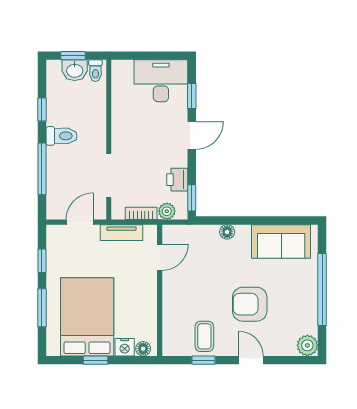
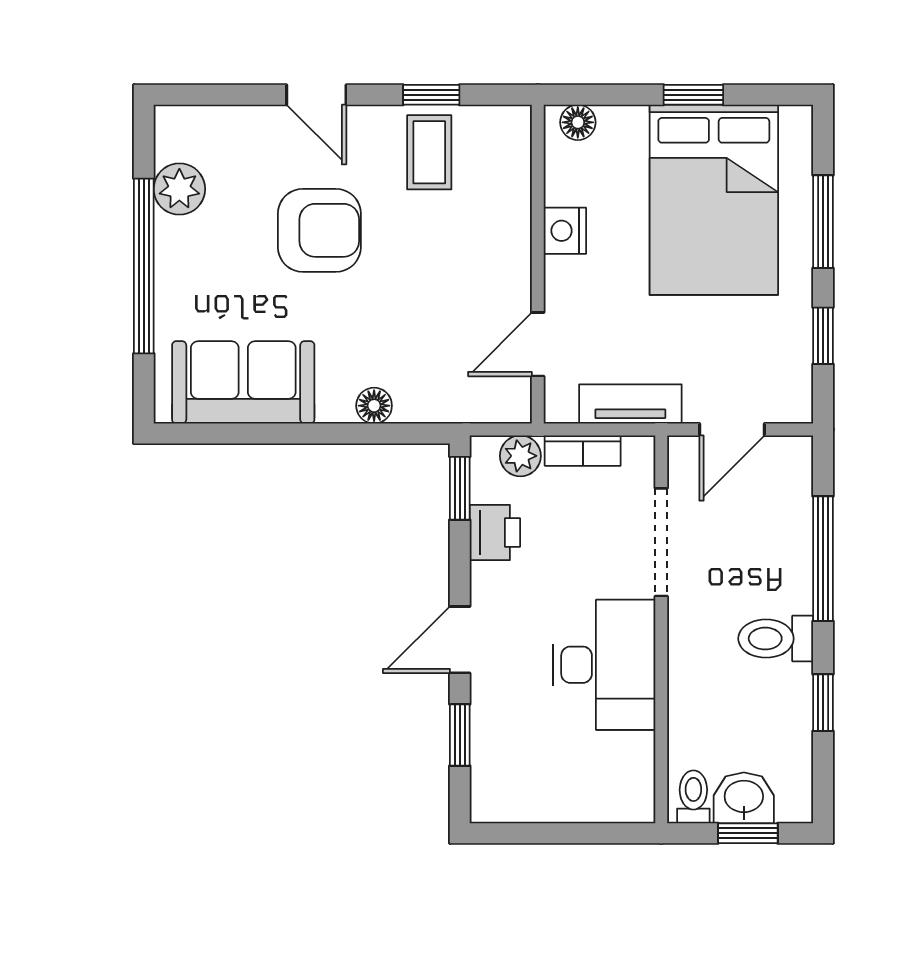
desk: (161, 81) -> (604, 665), moved, turned -90
plant: (307, 345) -> (179, 189), moved
nightstand: (125, 347) -> (565, 231), moved, turned -90

